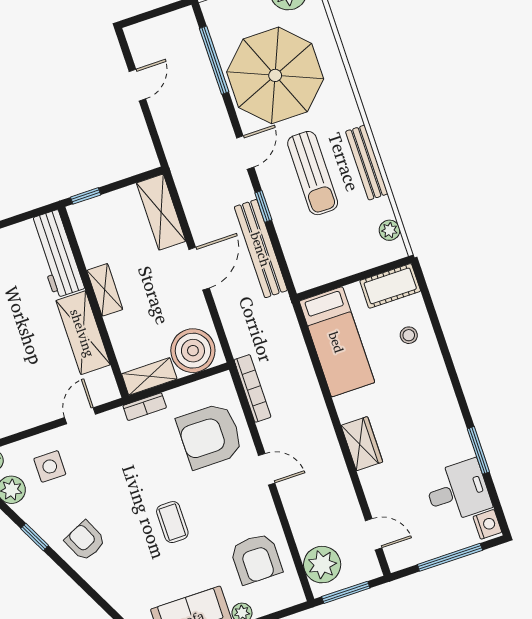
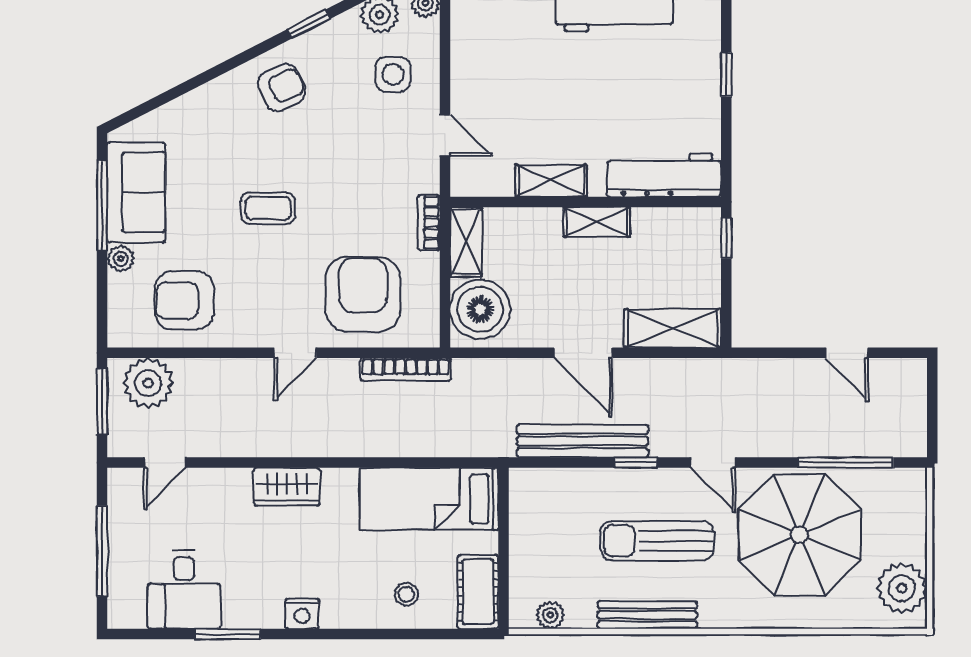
shelving: (83, 333) -> (551, 181), width x0.67, depth x0.75
nightstand: (487, 524) -> (302, 614), moved

